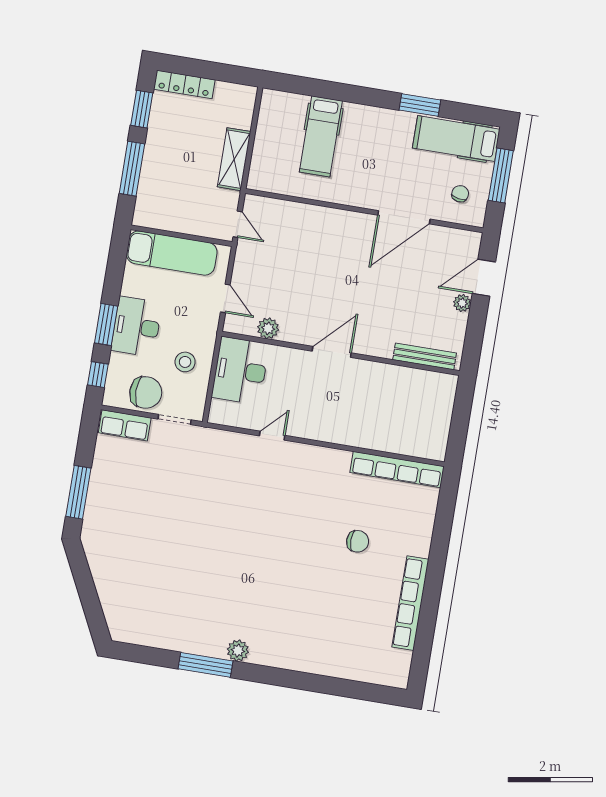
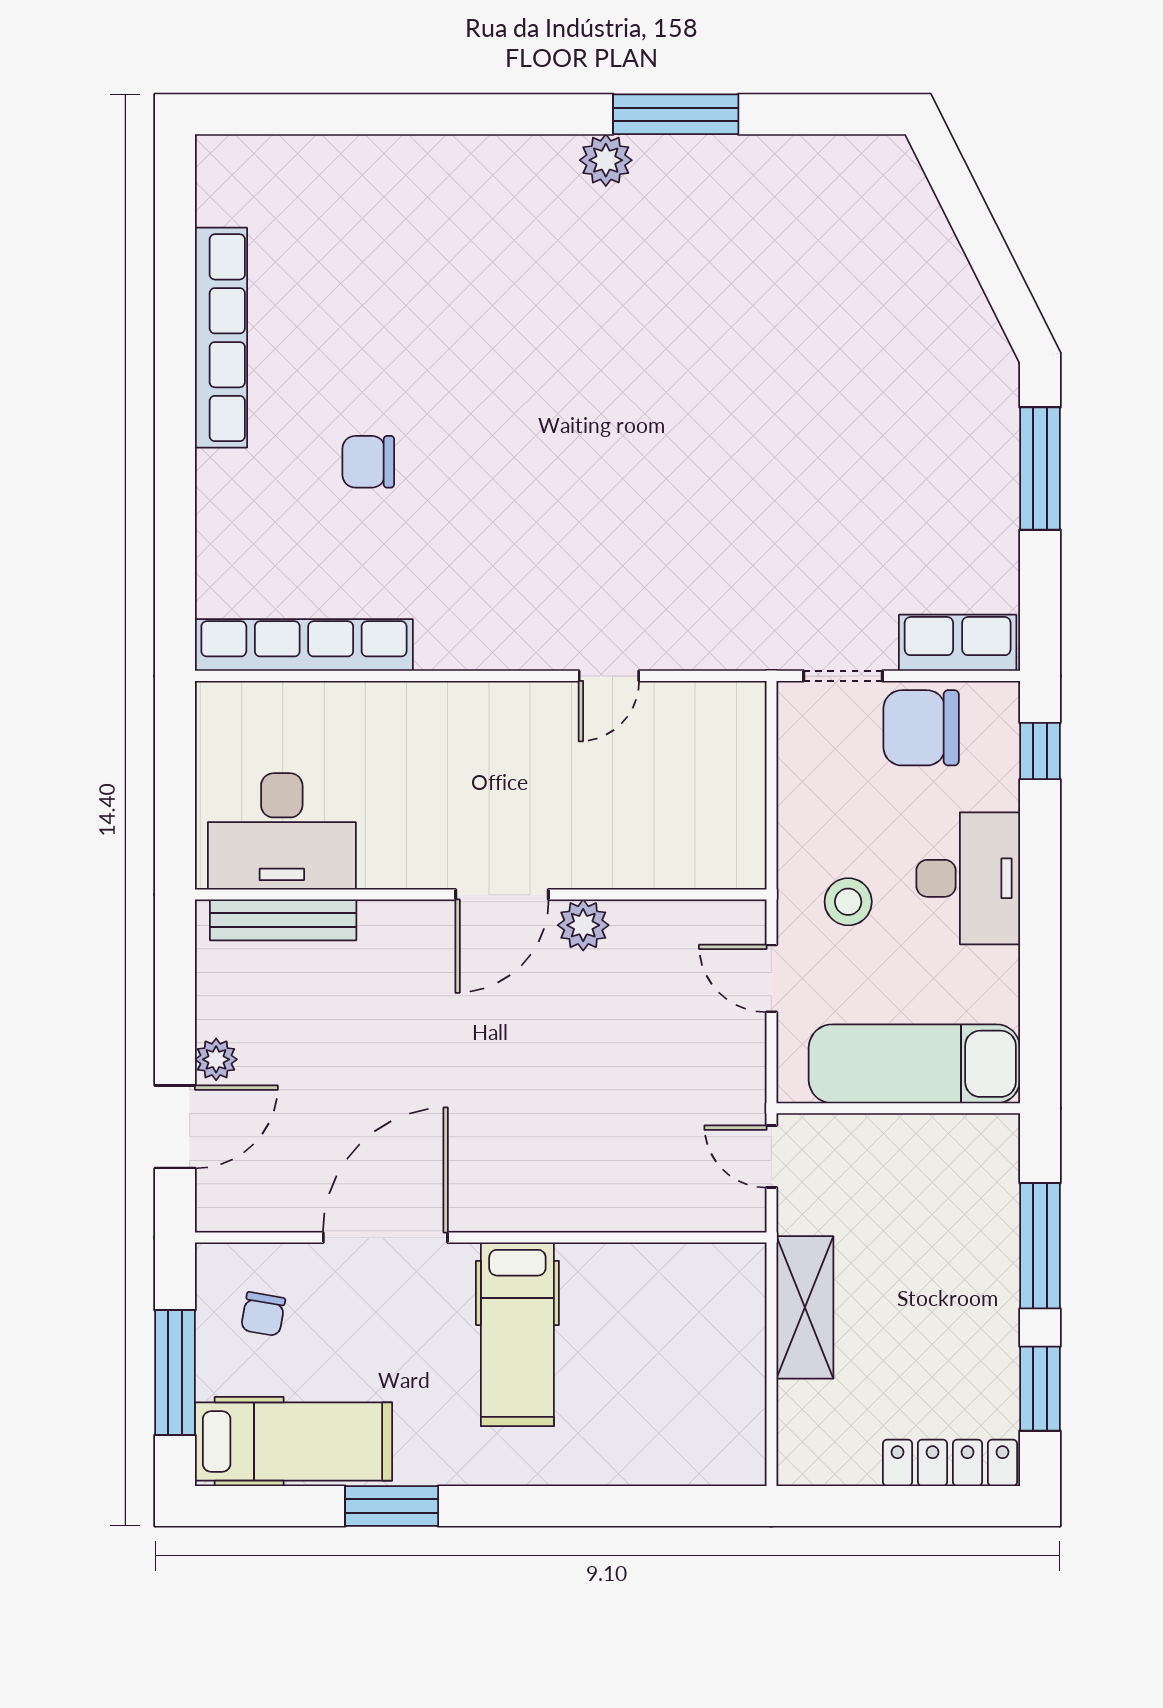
hospital bed: (321, 136) -> (517, 1334), moved, turned 180
window: (106, 325) -> (1040, 871), removed
plant: (268, 328) -> (583, 925), moved
stool: (185, 362) -> (848, 902), moved
desk: (240, 371) -> (282, 831), moved, turned 90

